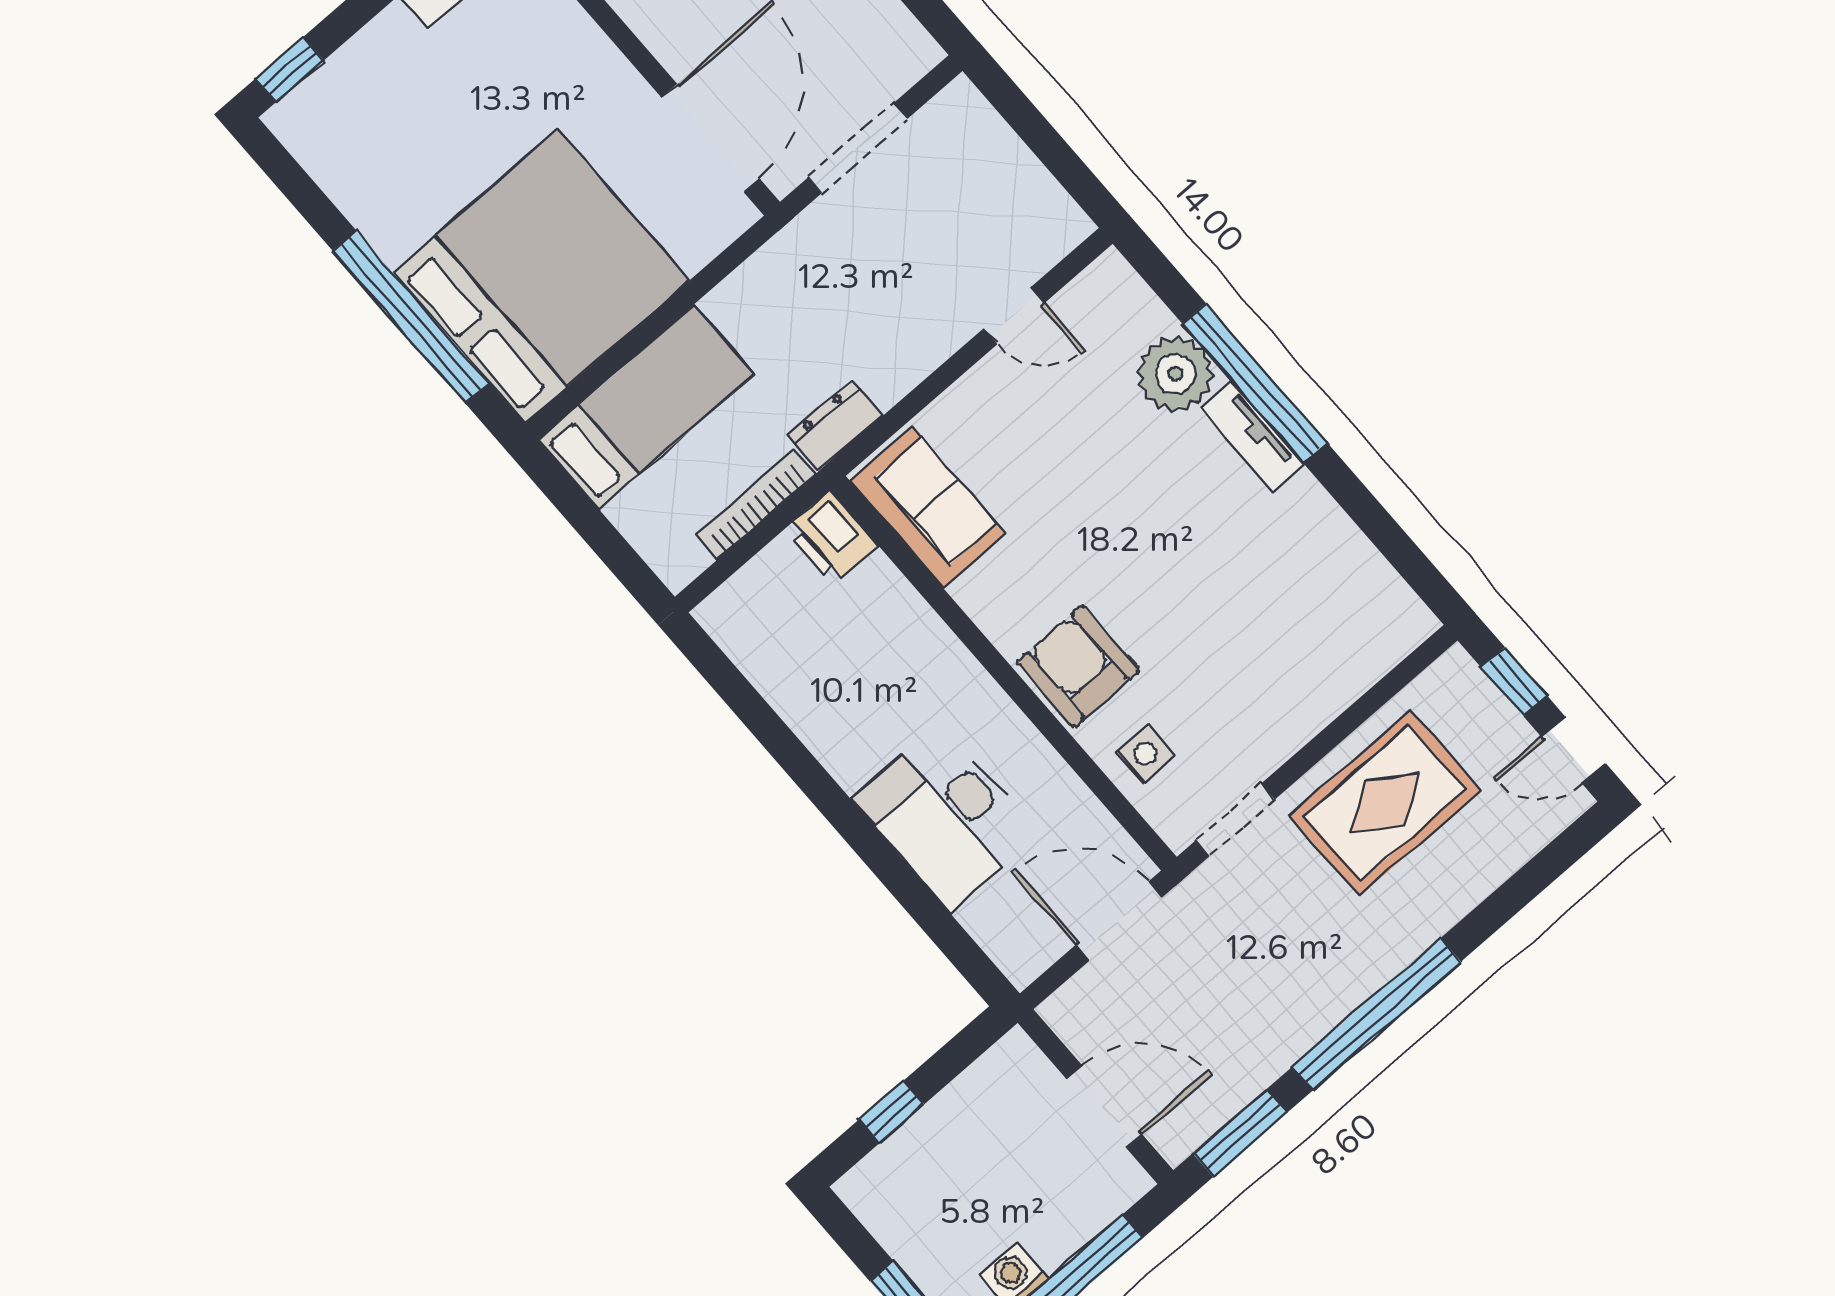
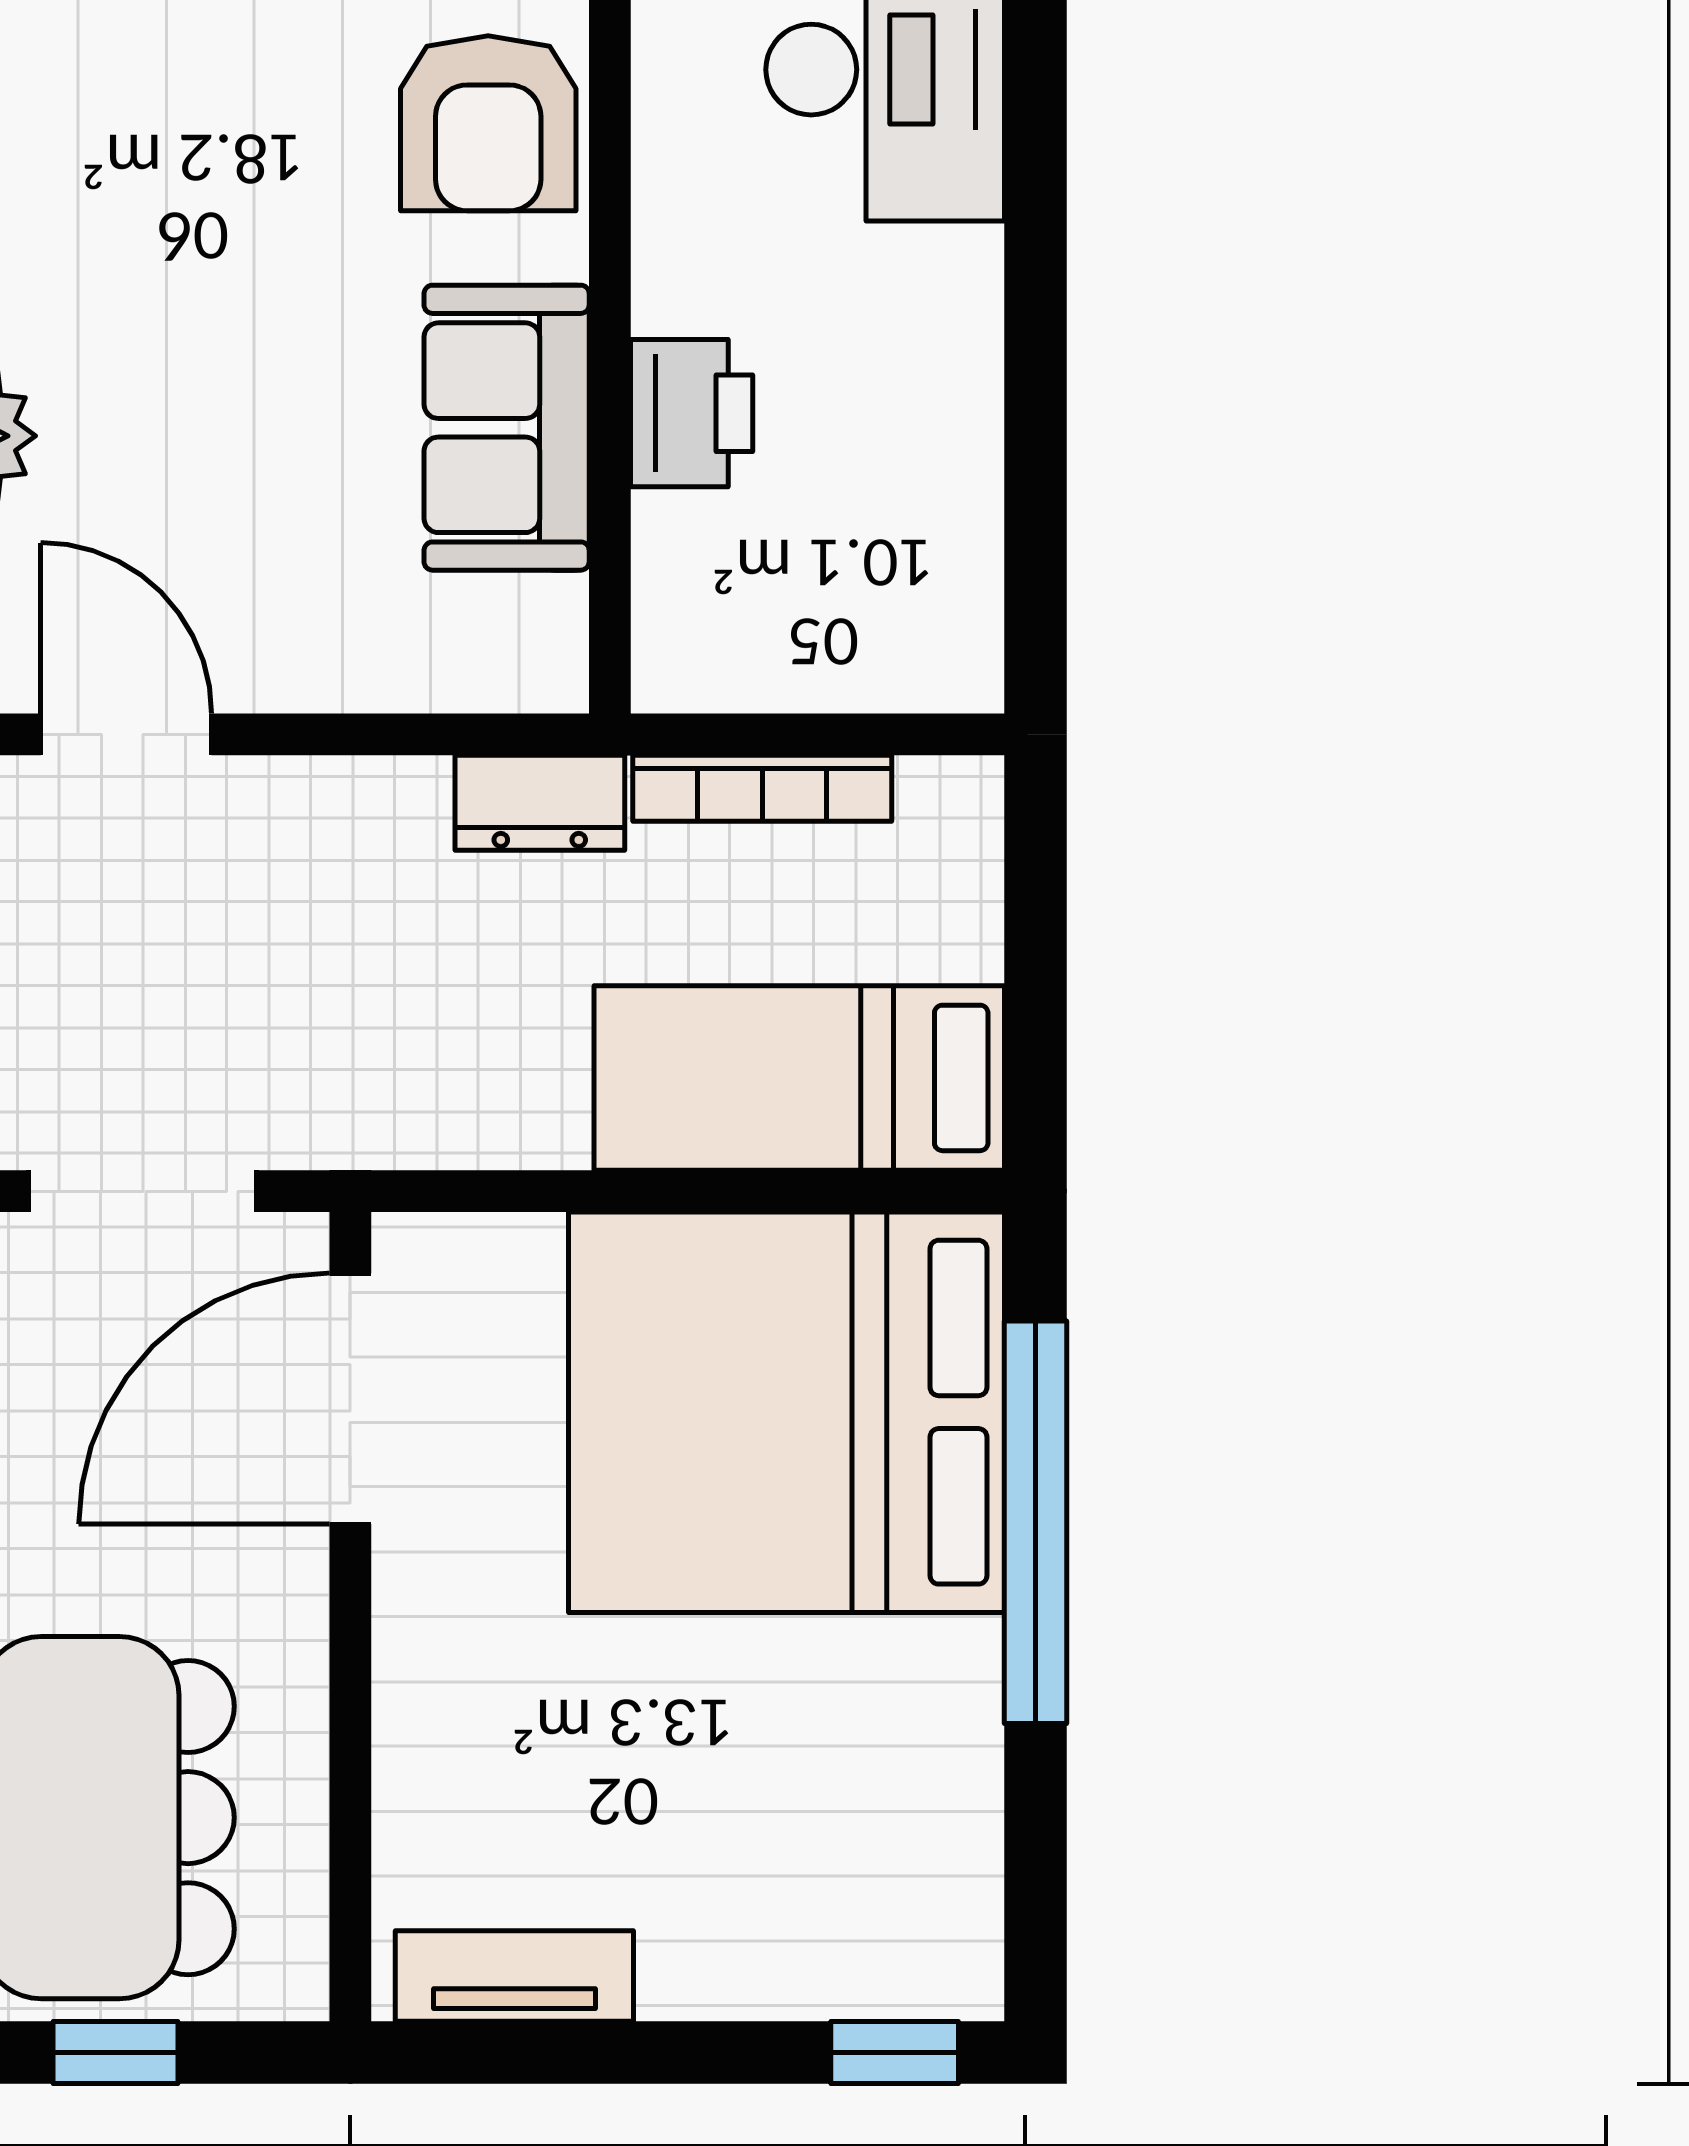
door: (1014, 316) -> (126, 734), width x1.38
sofa: (928, 507) -> (507, 428), moved
printer: (831, 538) -> (692, 413), moved

